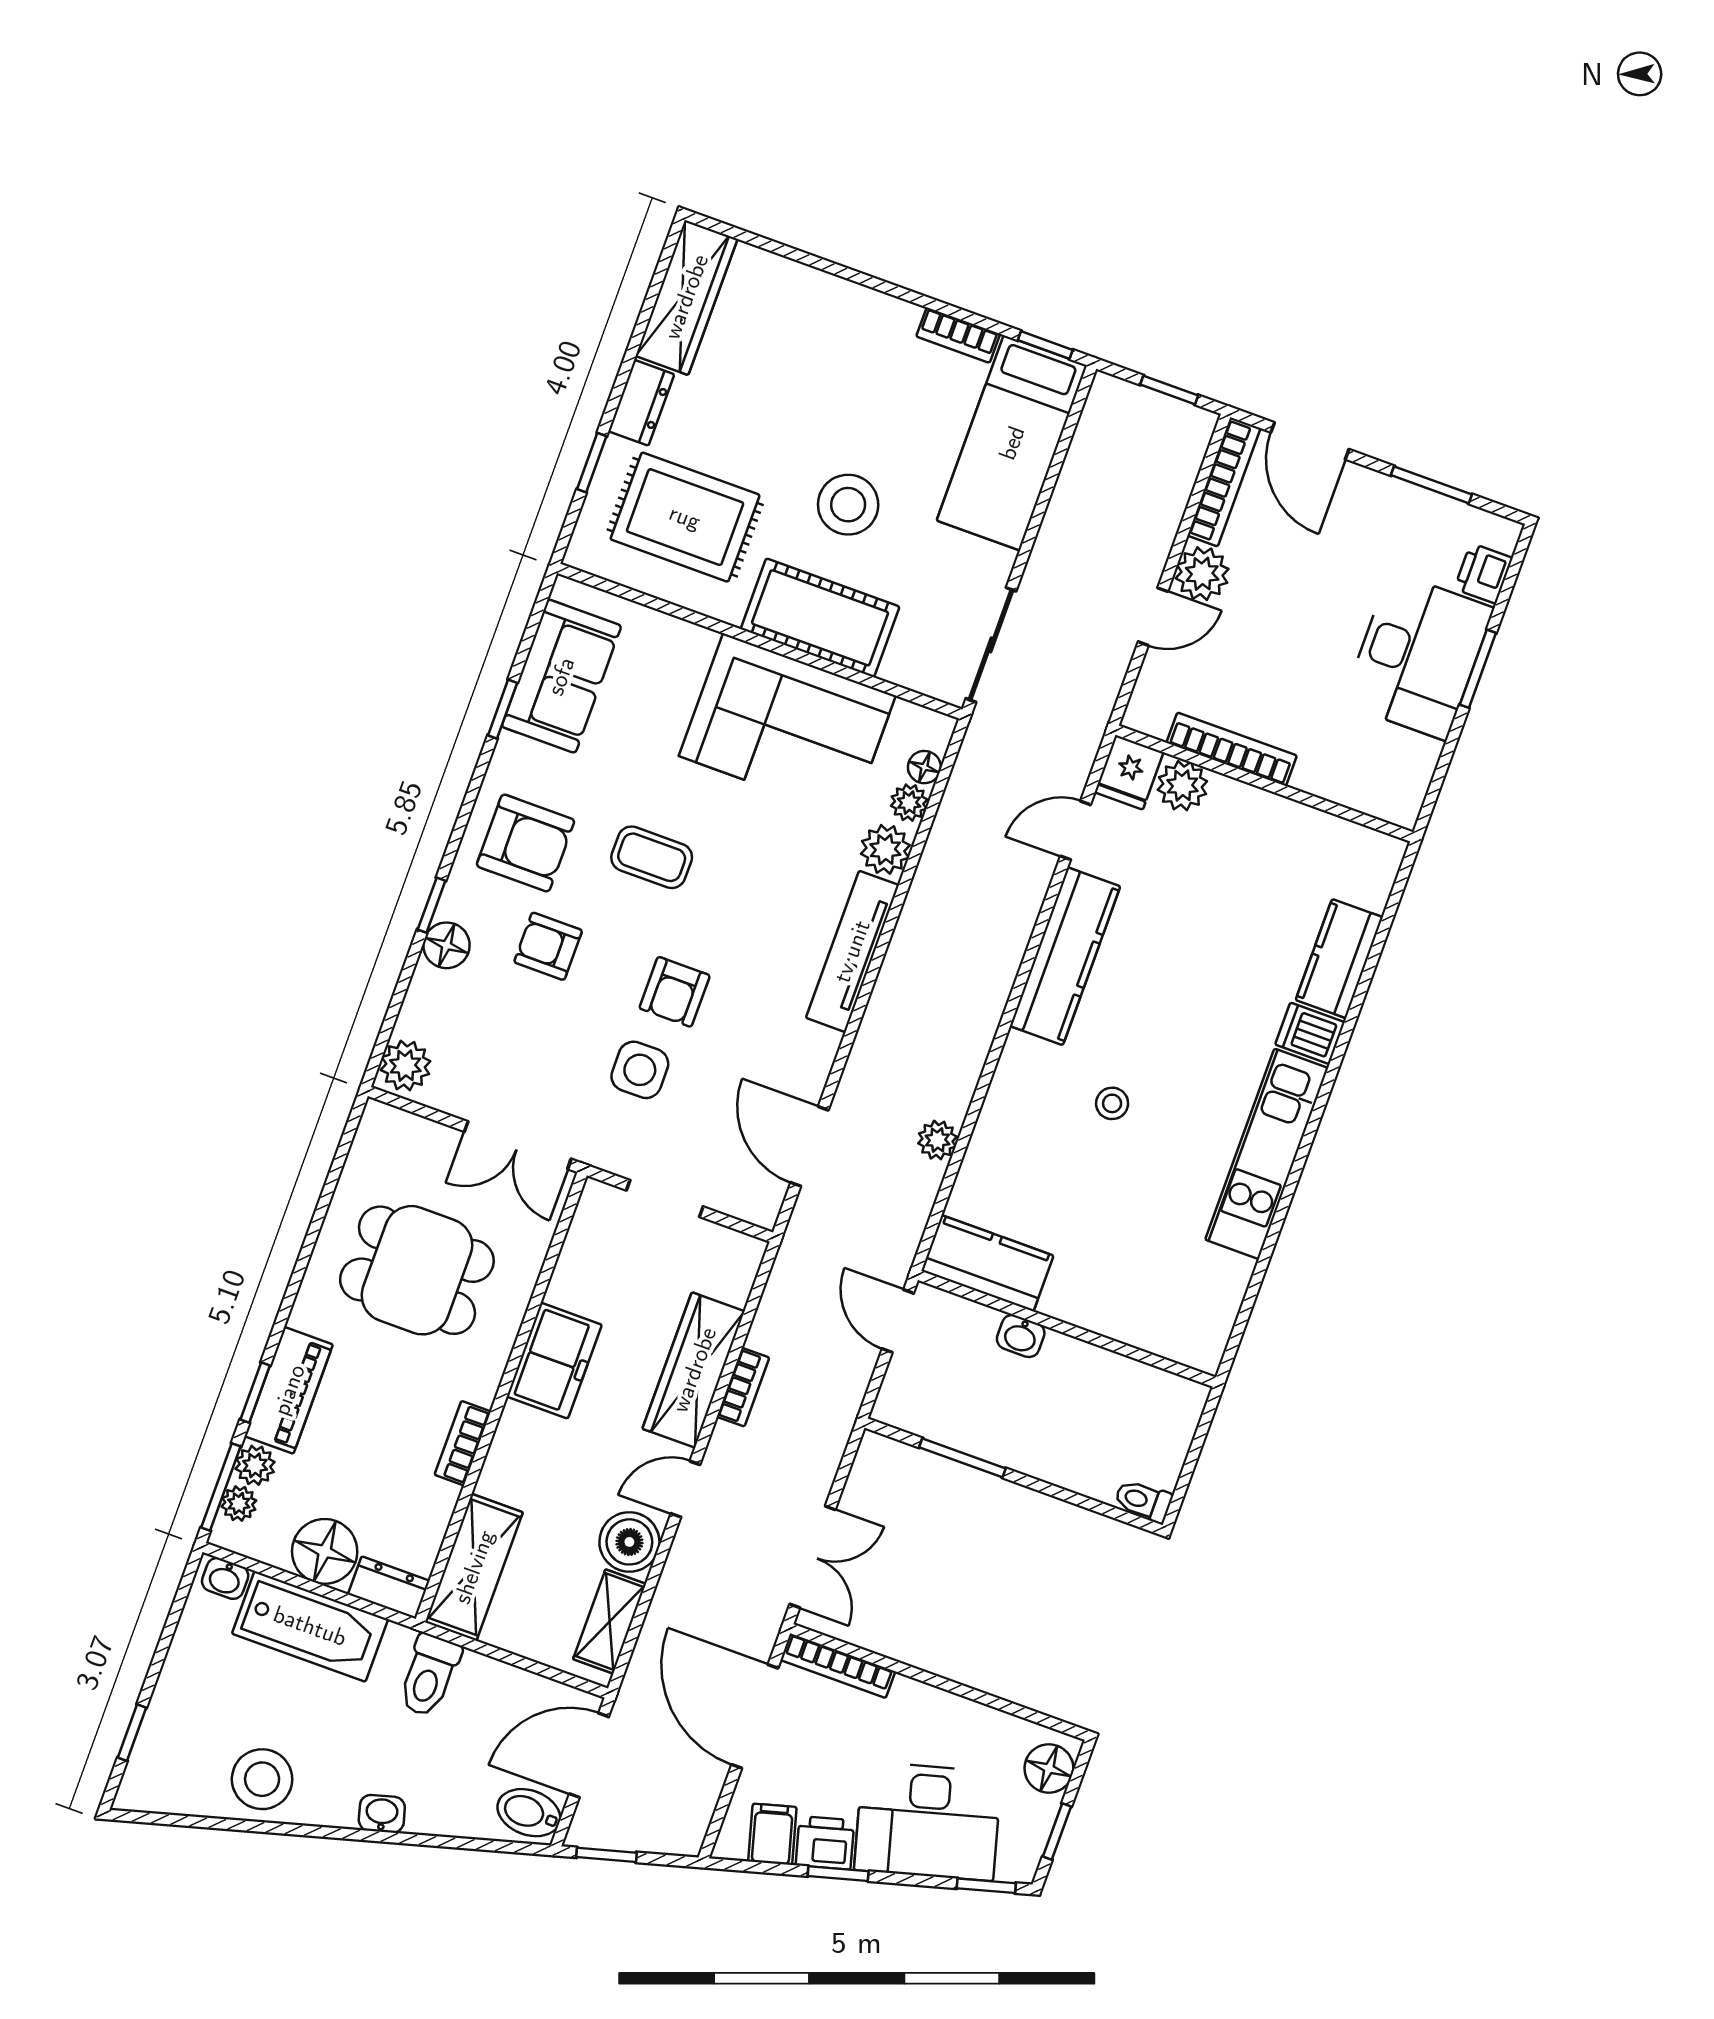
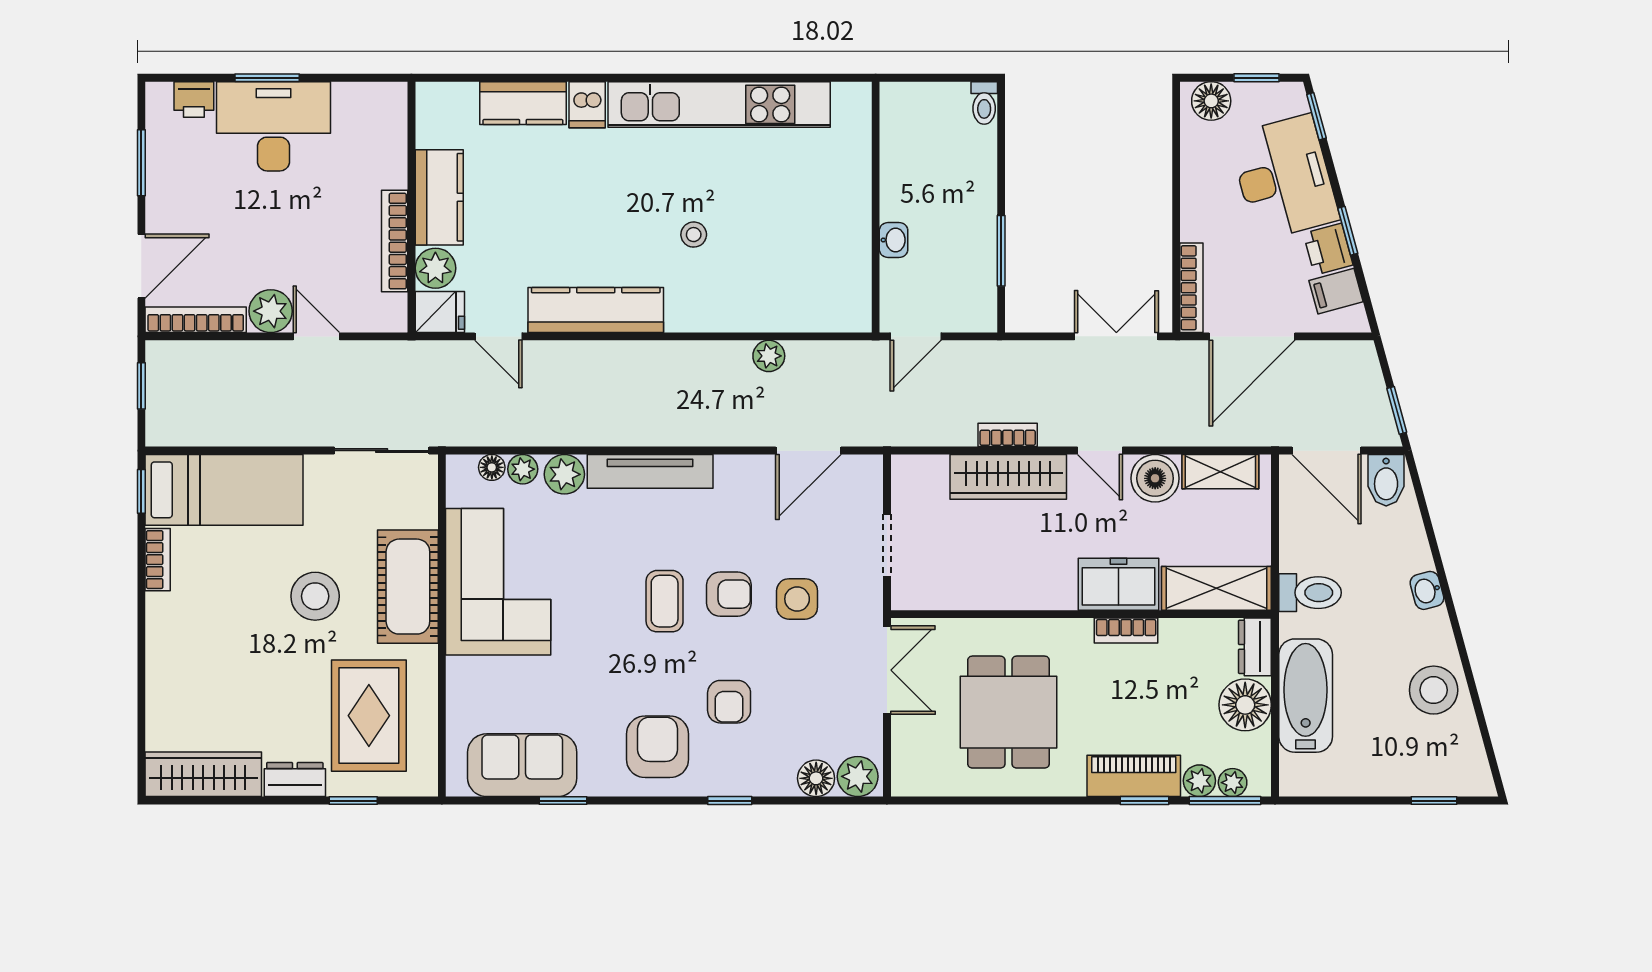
coffee table: (652, 857) -> (665, 601), moved
floor lamp: (447, 945) -> (816, 778), moved
kitchen unit: (1267, 1154) -> (719, 104), width x1.36
kitchen counter: (987, 1263) -> (439, 197), moved, turned 180
freezer: (554, 1361) -> (1118, 584), moved
washbasin: (225, 1578) -> (1293, 772), removed

